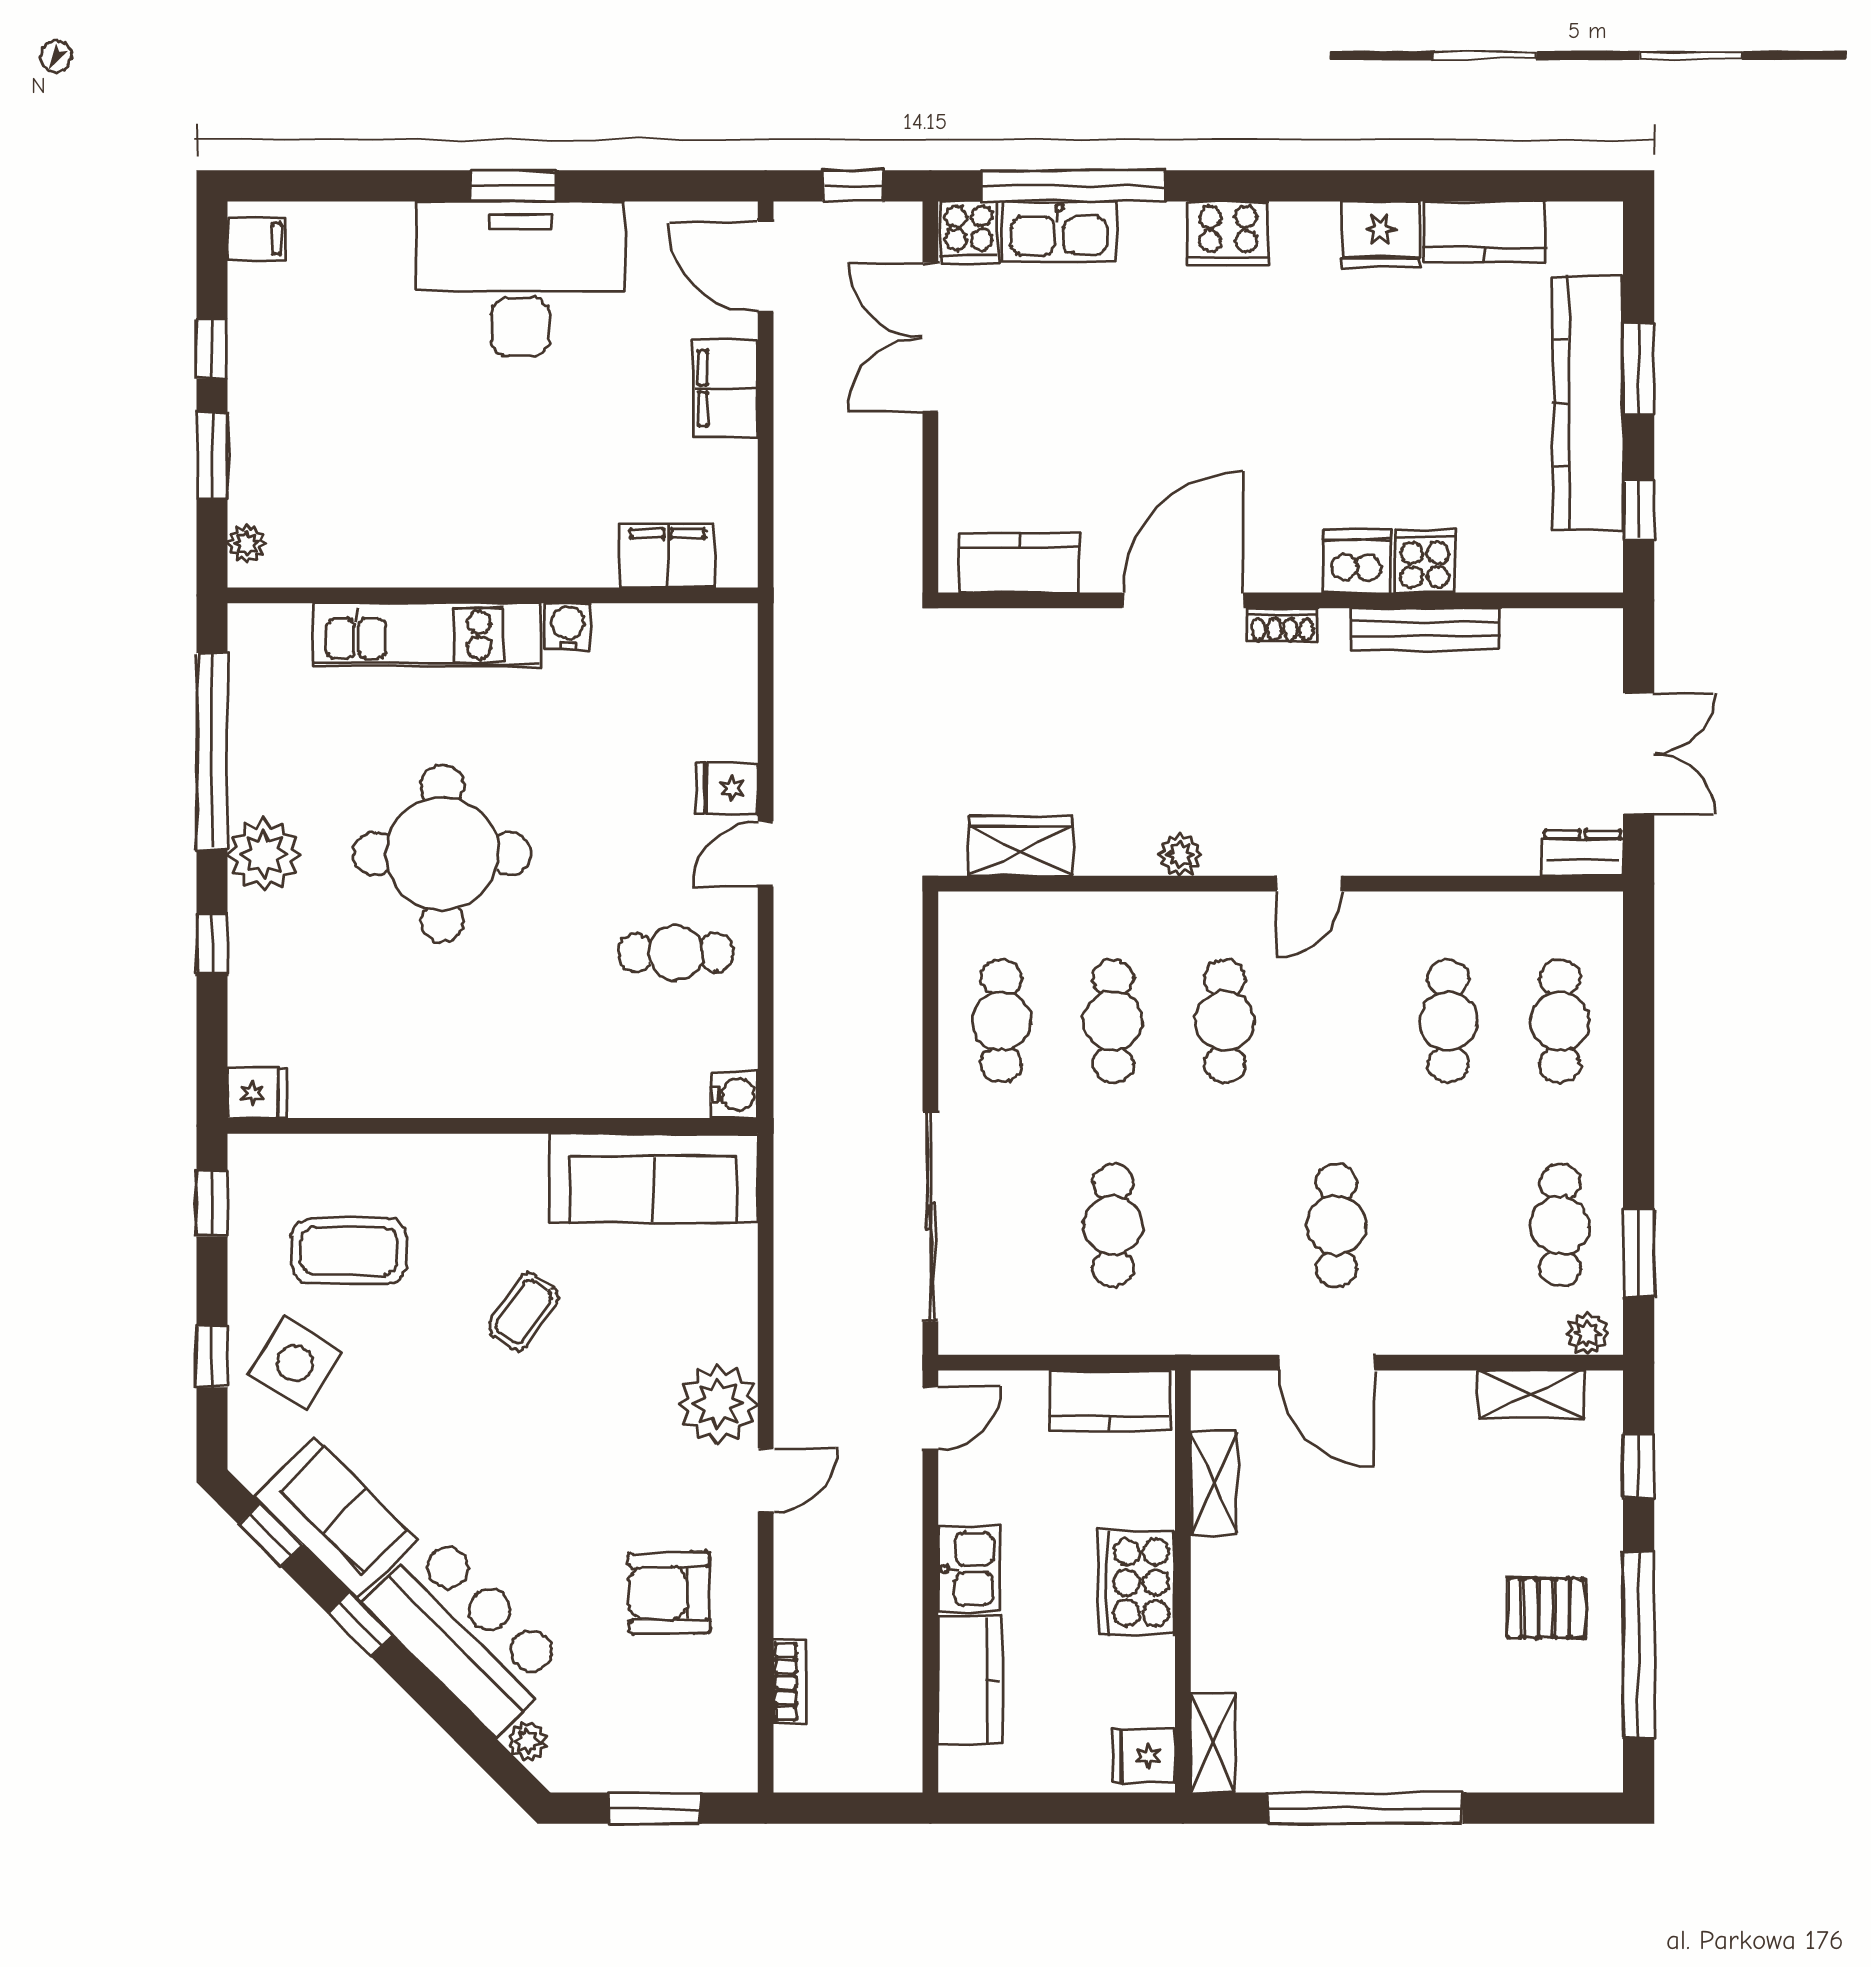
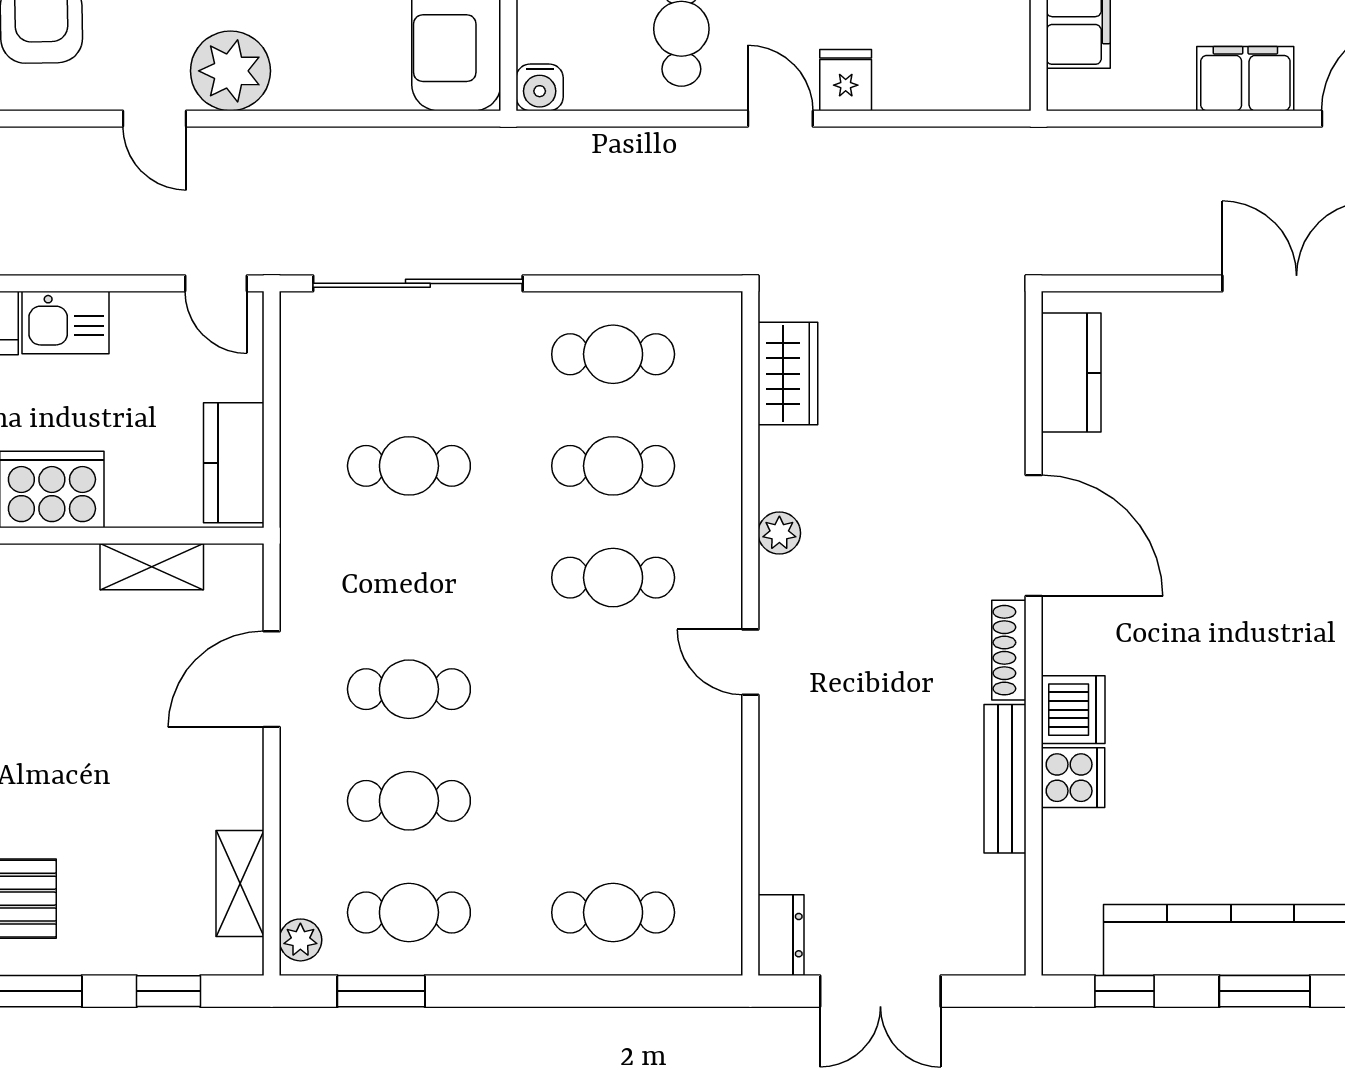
shoe rack: (1282, 625) -> (1009, 650), width x1.43
cafe table: (1448, 1021) -> (409, 801), moved

